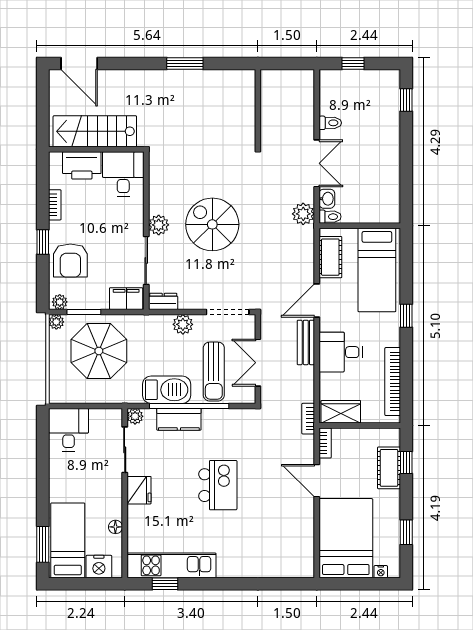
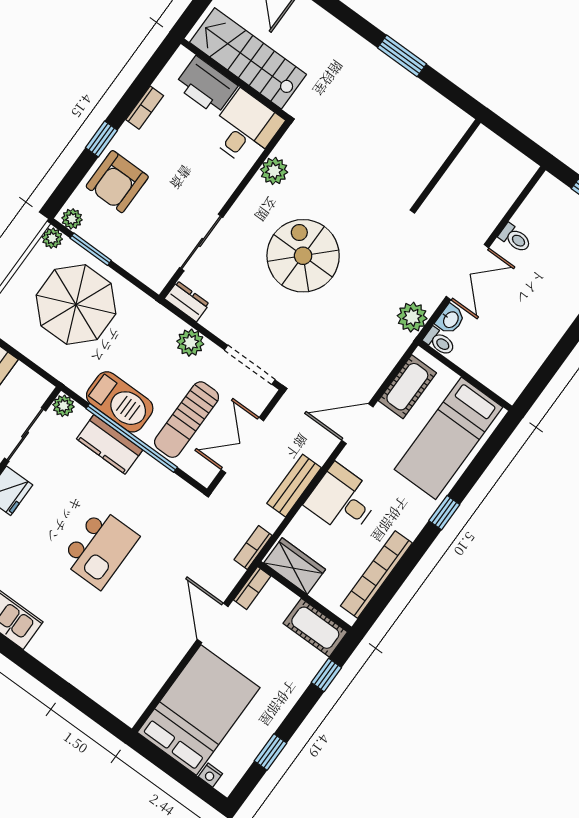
plant: (159, 225) -> (274, 171), moved
filing cabinet: (126, 299) -> (148, 268), removed
bench: (306, 342) -> (294, 486), moved
cot: (389, 468) -> (315, 628), moved, turned 90

